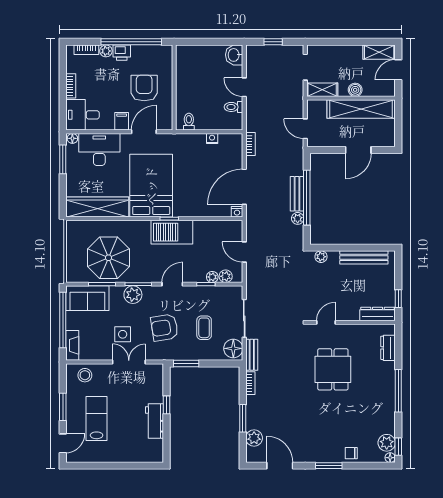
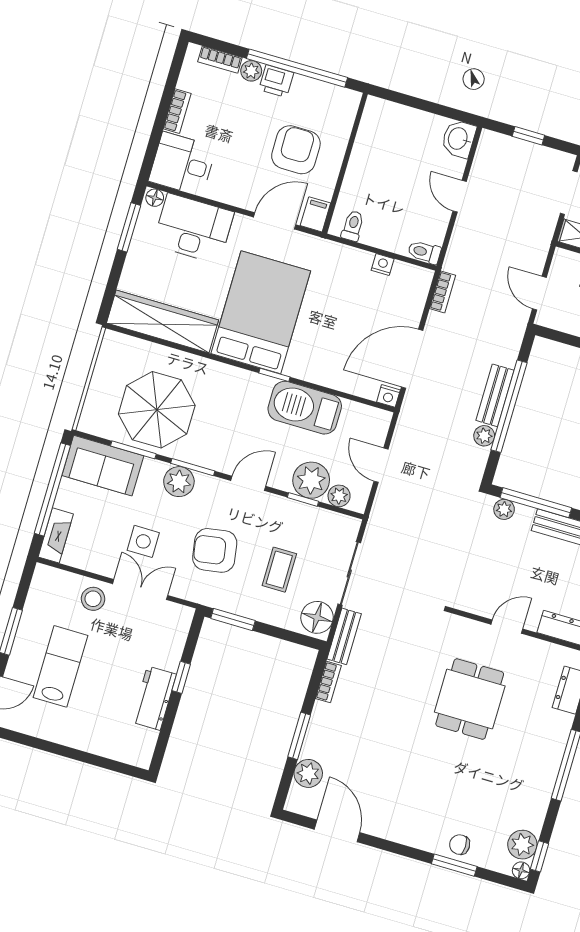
toilet: (234, 107) -> (424, 252), moved
filing cabinet: (122, 121) -> (315, 214), moved
barbecue: (172, 232) -> (305, 408), moved
window: (338, 248) -> (536, 503), added
plant: (212, 277) -> (311, 480), width x1.87, depth x1.87
door: (326, 322) -> (507, 627), moved
stool: (85, 375) -> (93, 599), moved
window: (329, 466) -> (454, 865), moved

